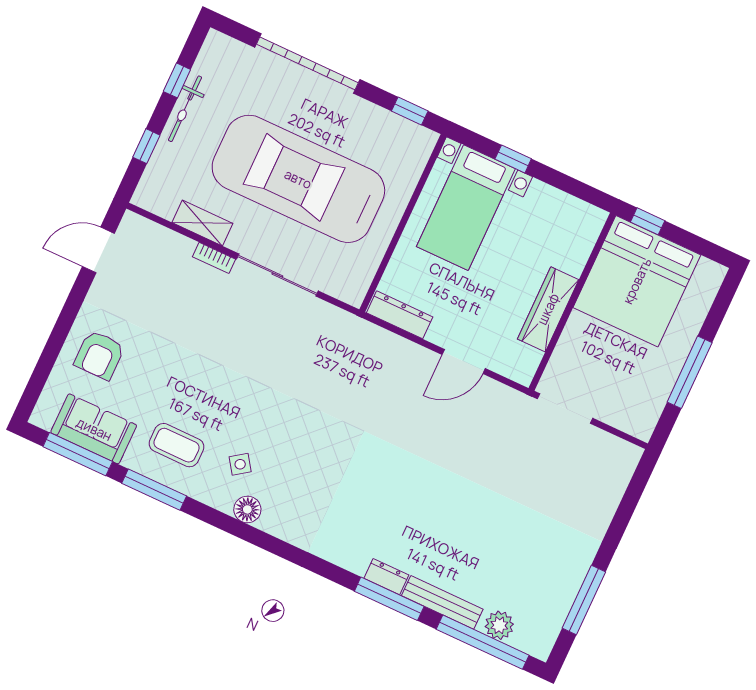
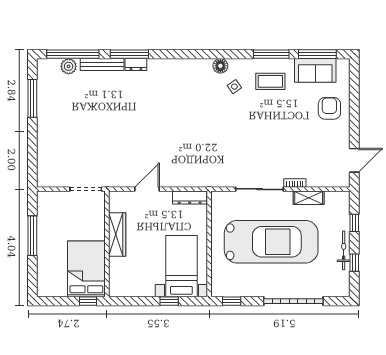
bed: (637, 281) -> (86, 269), width x0.73

